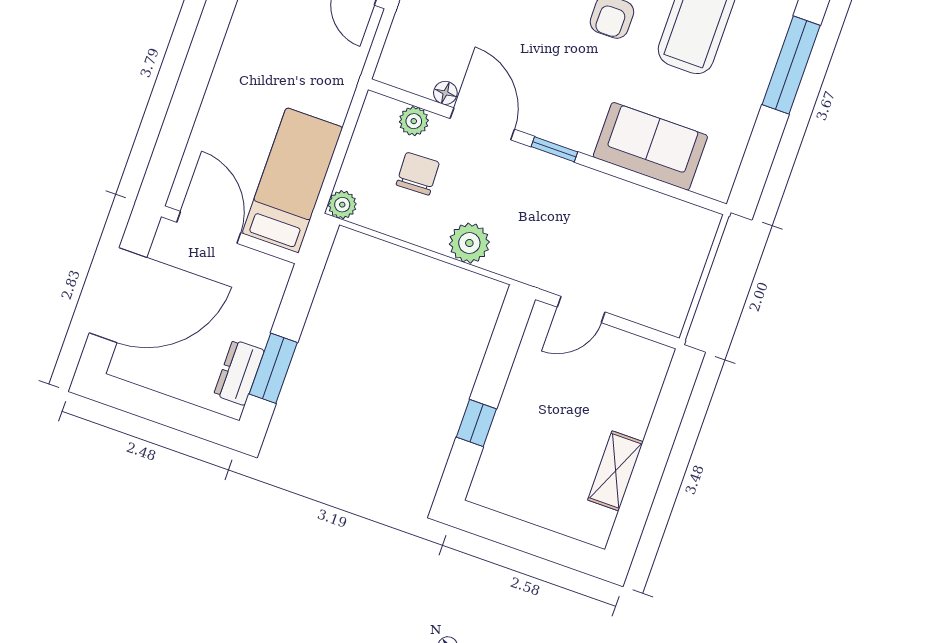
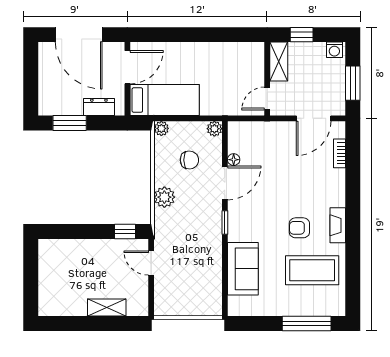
plant: (414, 121) -> (214, 129), moved
dresser: (239, 373) -> (99, 107), moved
window: (476, 423) -> (125, 231), moved
shelving: (615, 471) -> (107, 308), moved

